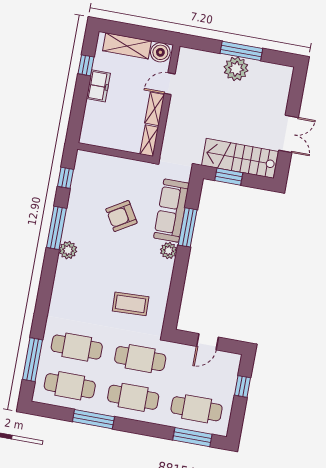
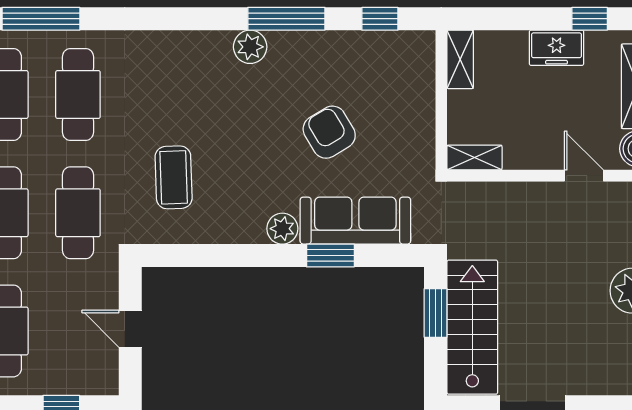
shelving: (155, 109) -> (460, 59), moved, turned 90
window: (188, 227) -> (330, 256), width x0.69

